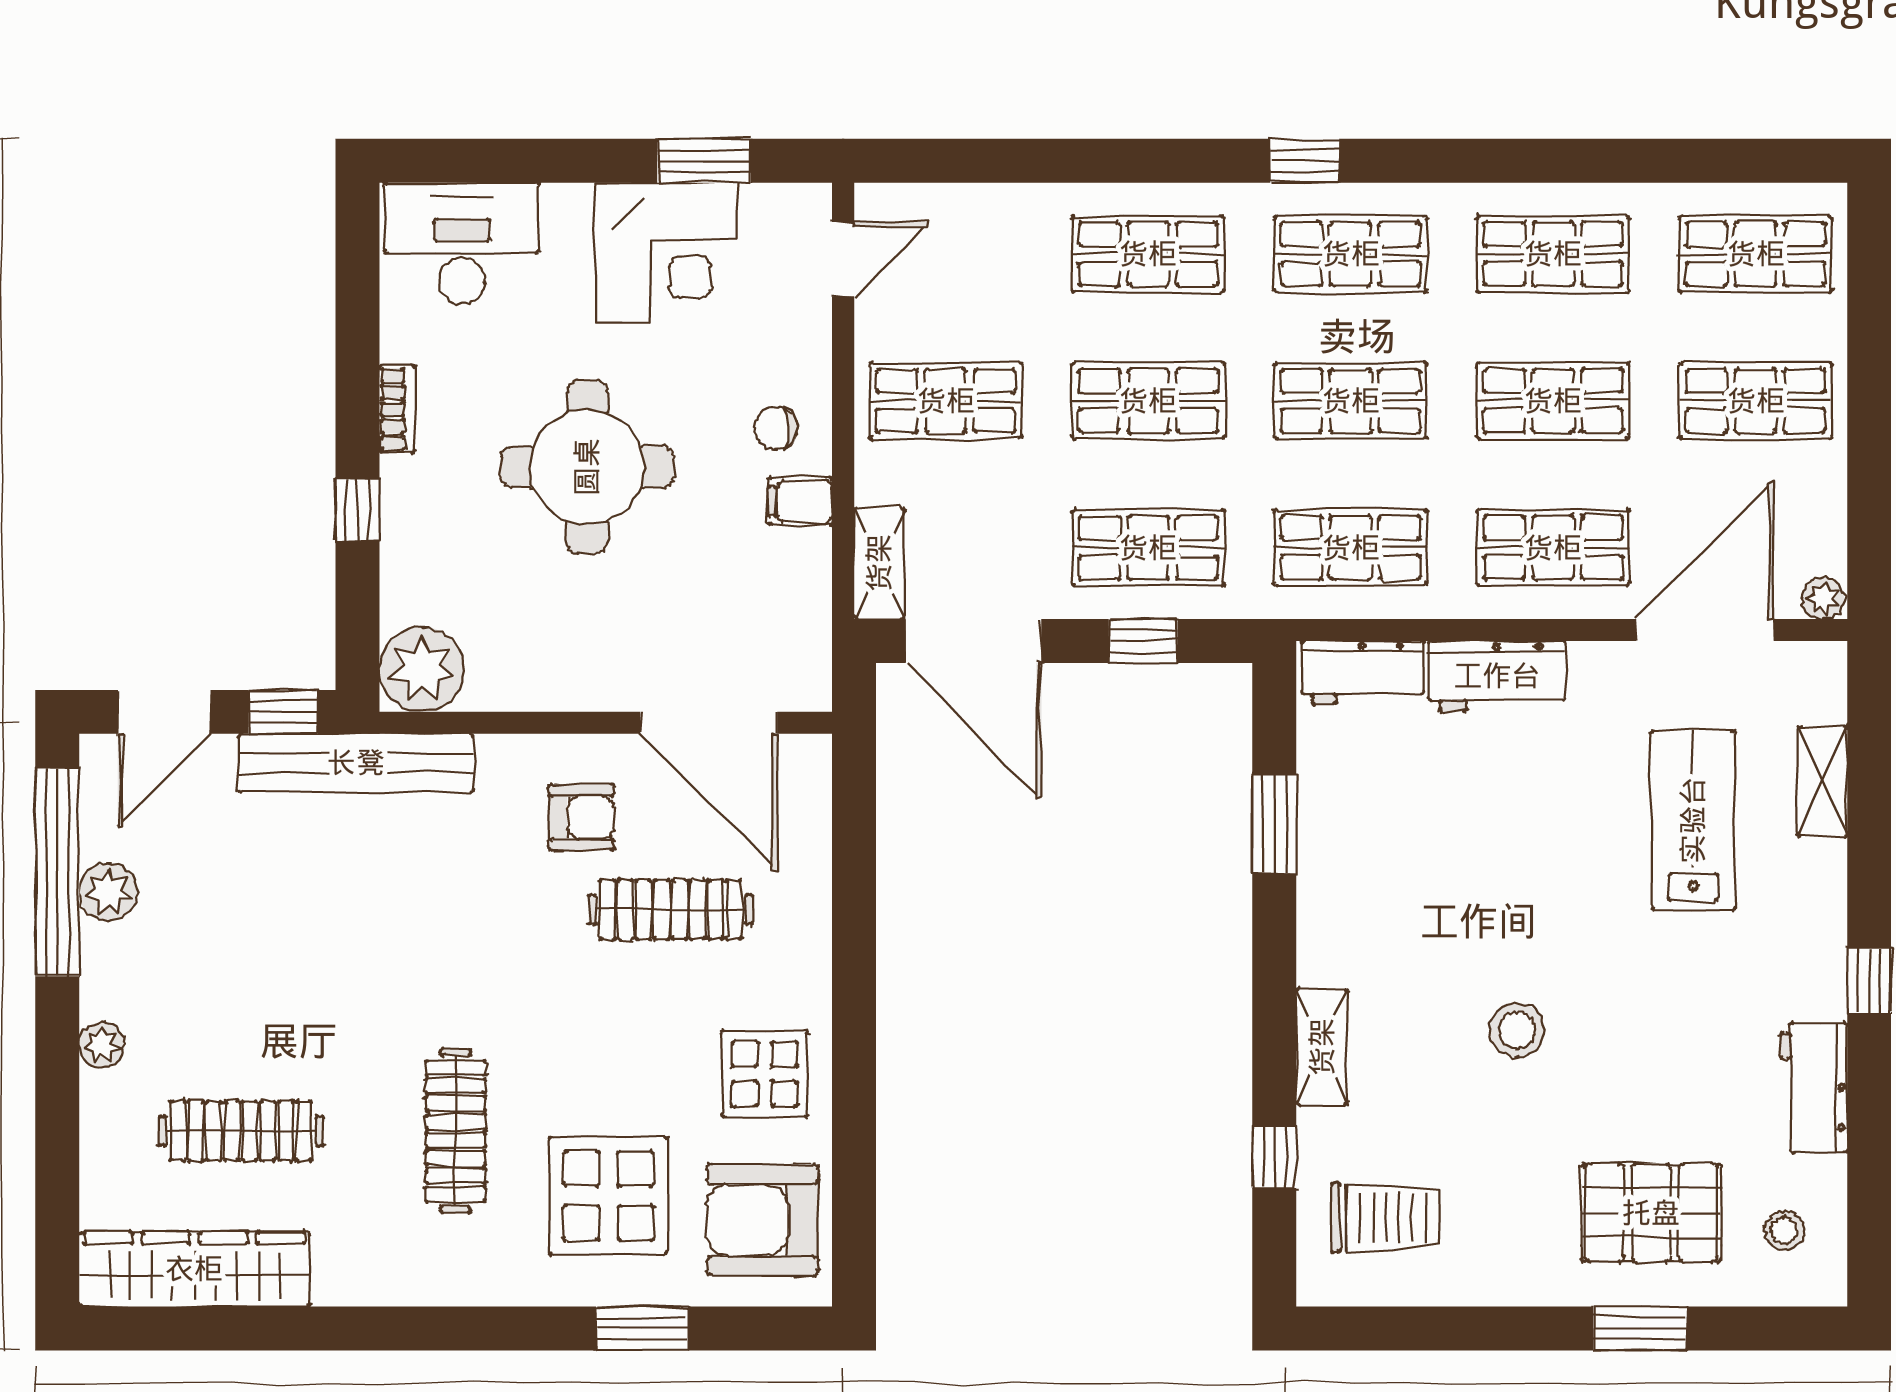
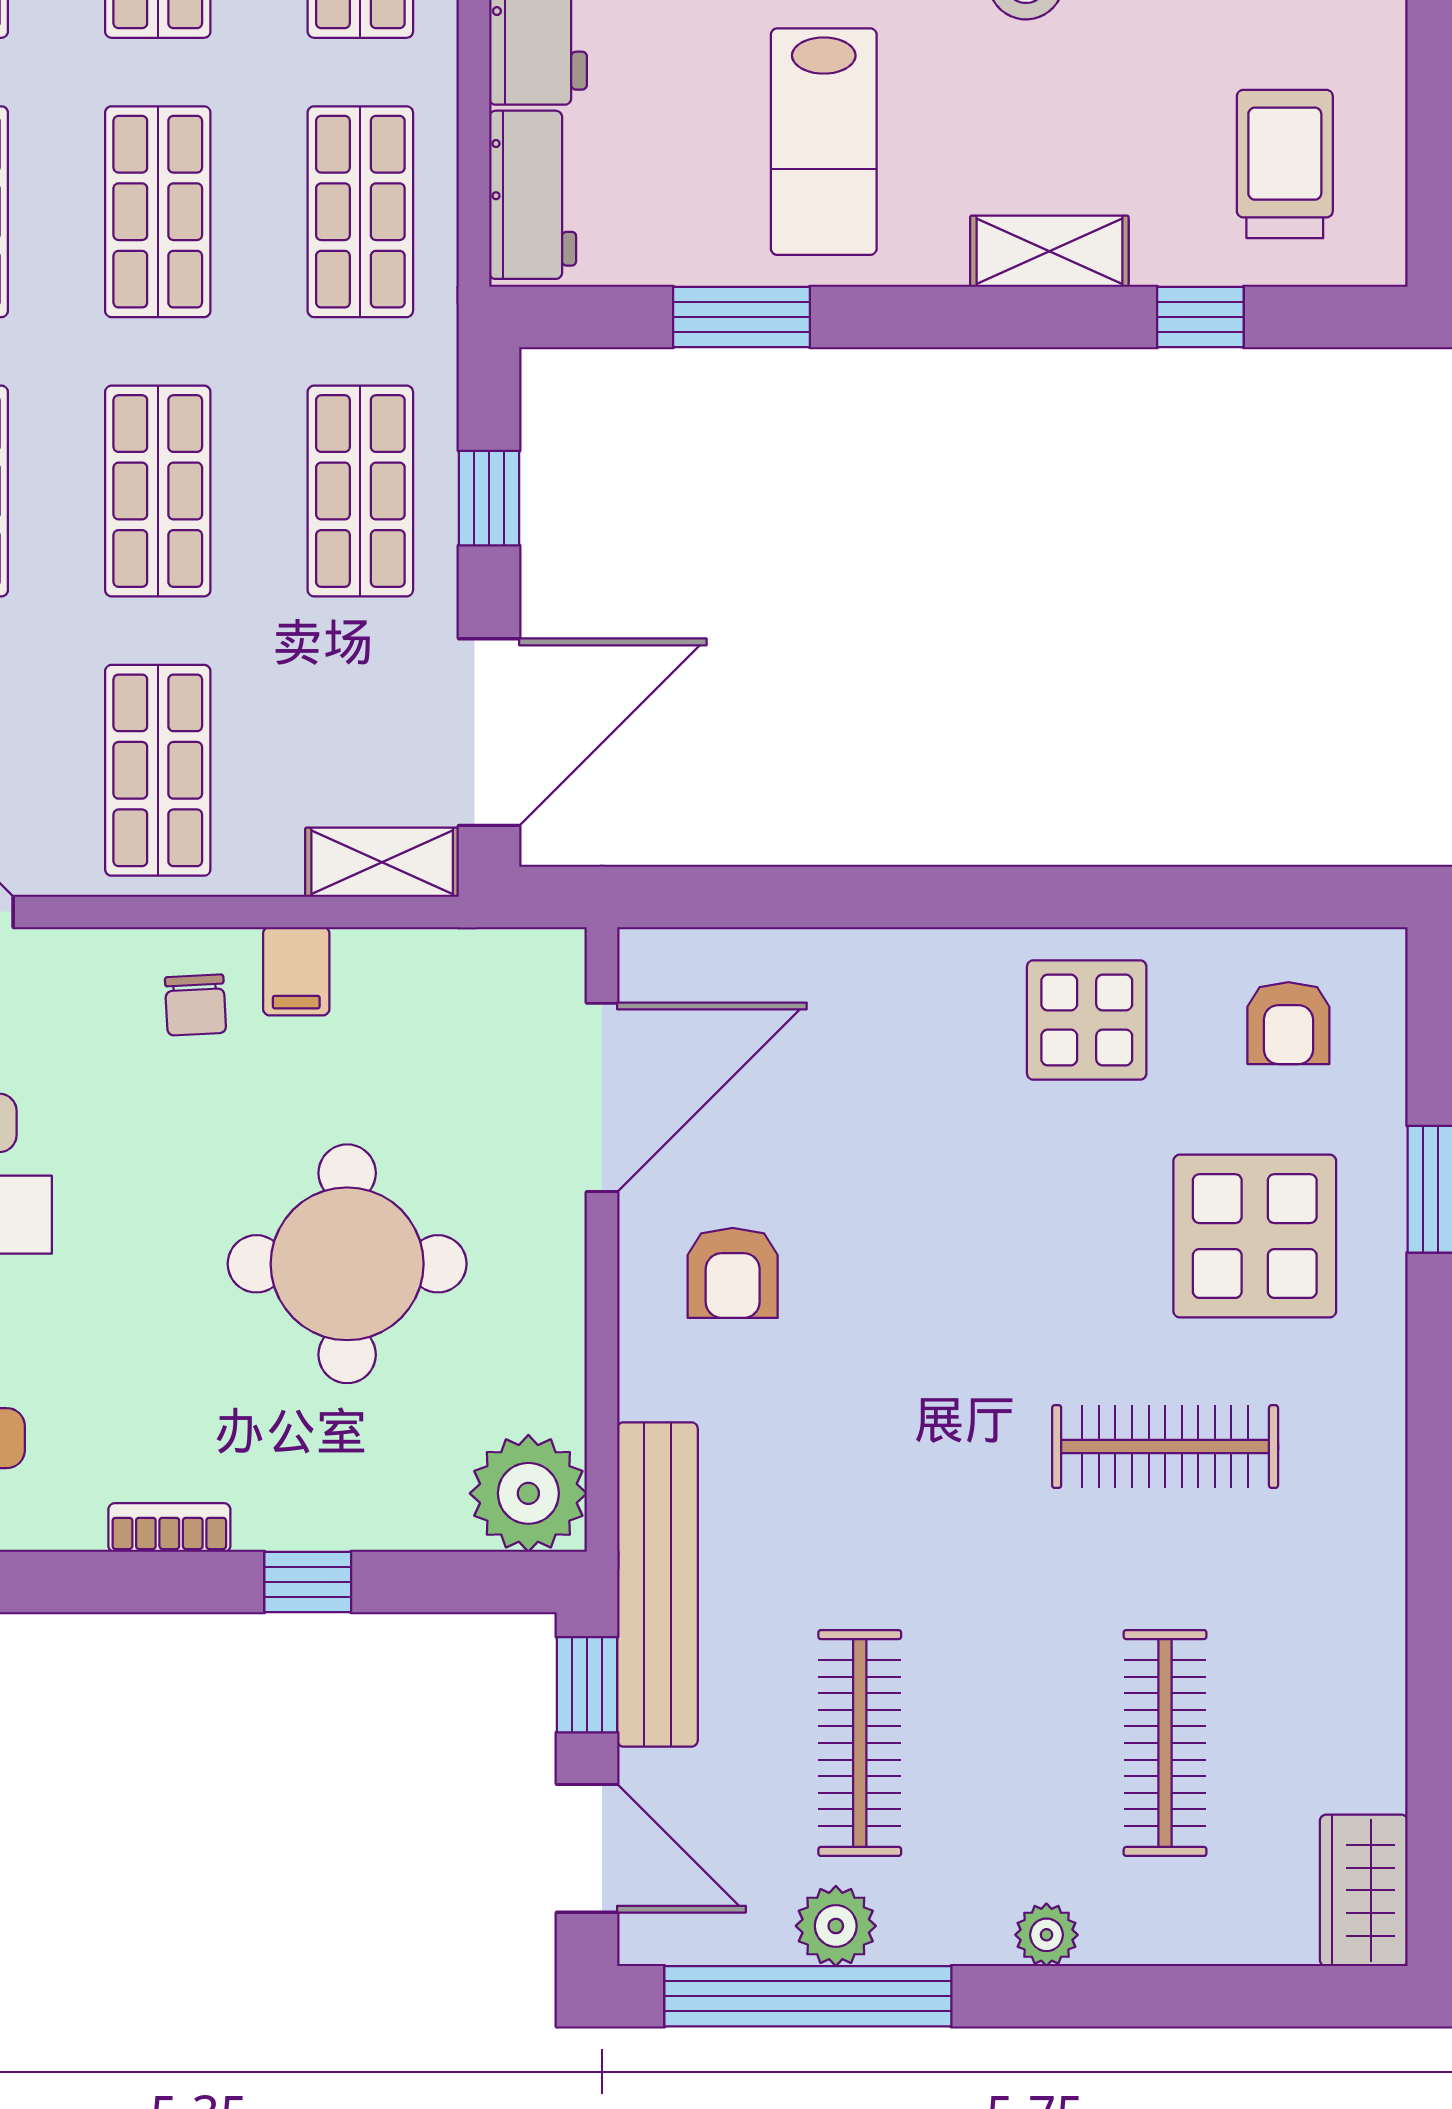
round table: (587, 467) -> (347, 1264), moved
armchair: (582, 817) -> (733, 1273), turned 180
lab bench: (1401, 883) -> (824, 142), added
clothes rail: (671, 910) -> (860, 1743), moved
armchair: (763, 1220) -> (1288, 1023), width x0.53, depth x0.53
wardrobe: (194, 1269) -> (1364, 1890), width x0.48, depth x0.85

